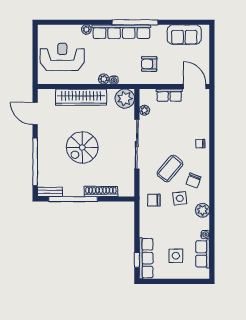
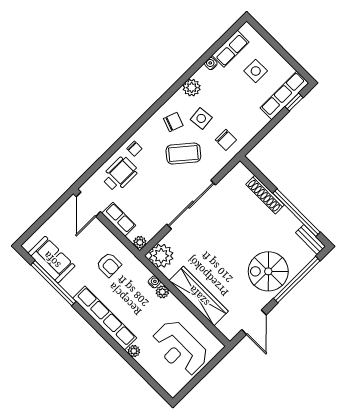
window: (135, 22) -> (53, 283), moved
plant: (144, 110) -> (140, 242), moved
wheelchair: (194, 121) -> (120, 174), added
spiral stairs: (82, 147) -> (268, 271), moved, turned 180

